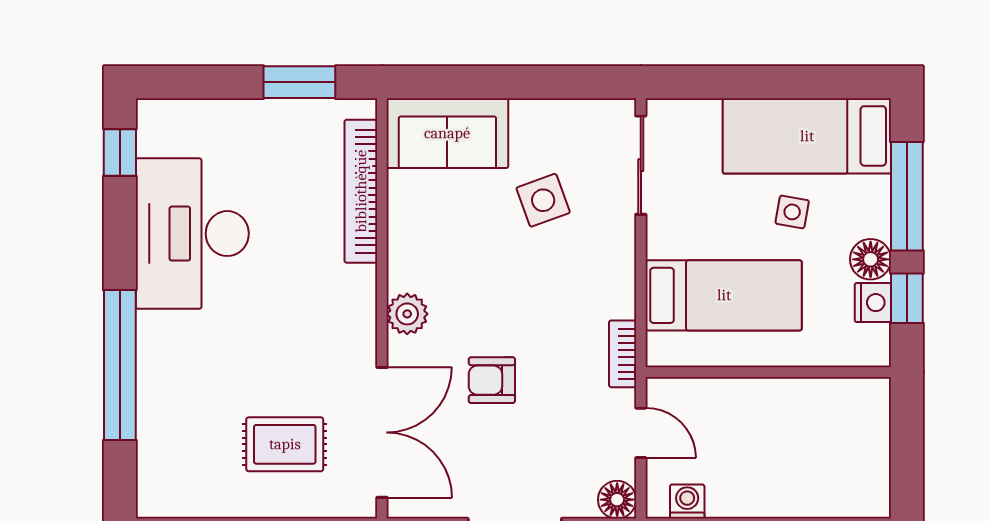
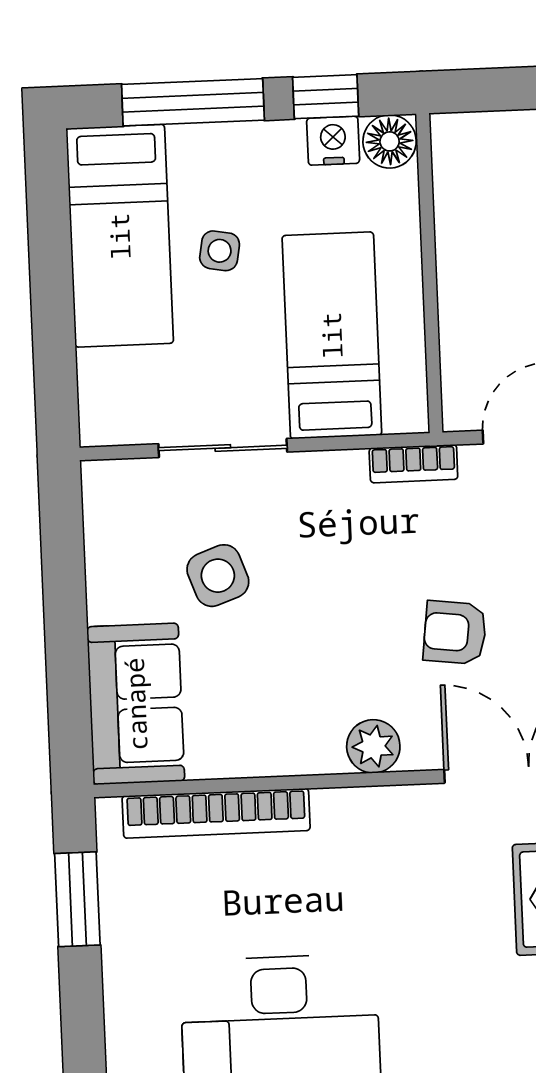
sliding door: (641, 165) -> (223, 448), moved
floor lamp: (871, 259) -> (390, 141), moved
armchair: (492, 380) -> (455, 632), turned 97

